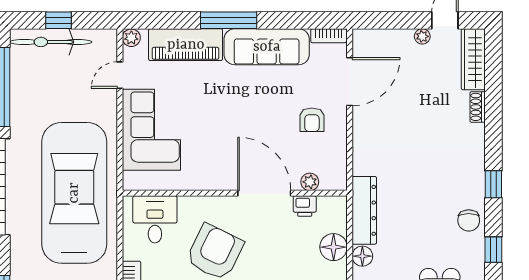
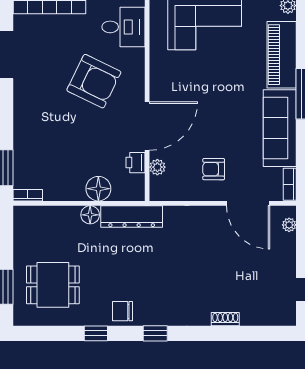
plant: (422, 36) -> (289, 225), moved
wardrobe: (473, 59) -> (268, 315), removed

